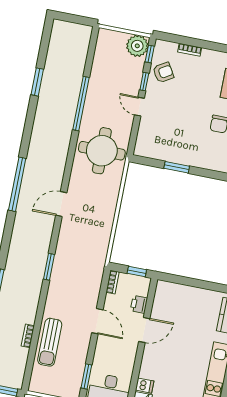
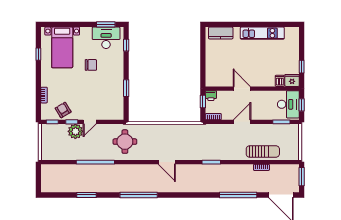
plant: (137, 46) -> (75, 131), moved
round table: (102, 151) -> (125, 142), width x0.73, depth x0.73
window: (17, 184) -> (139, 195), moved
printer: (139, 304) -> (211, 96), moved

